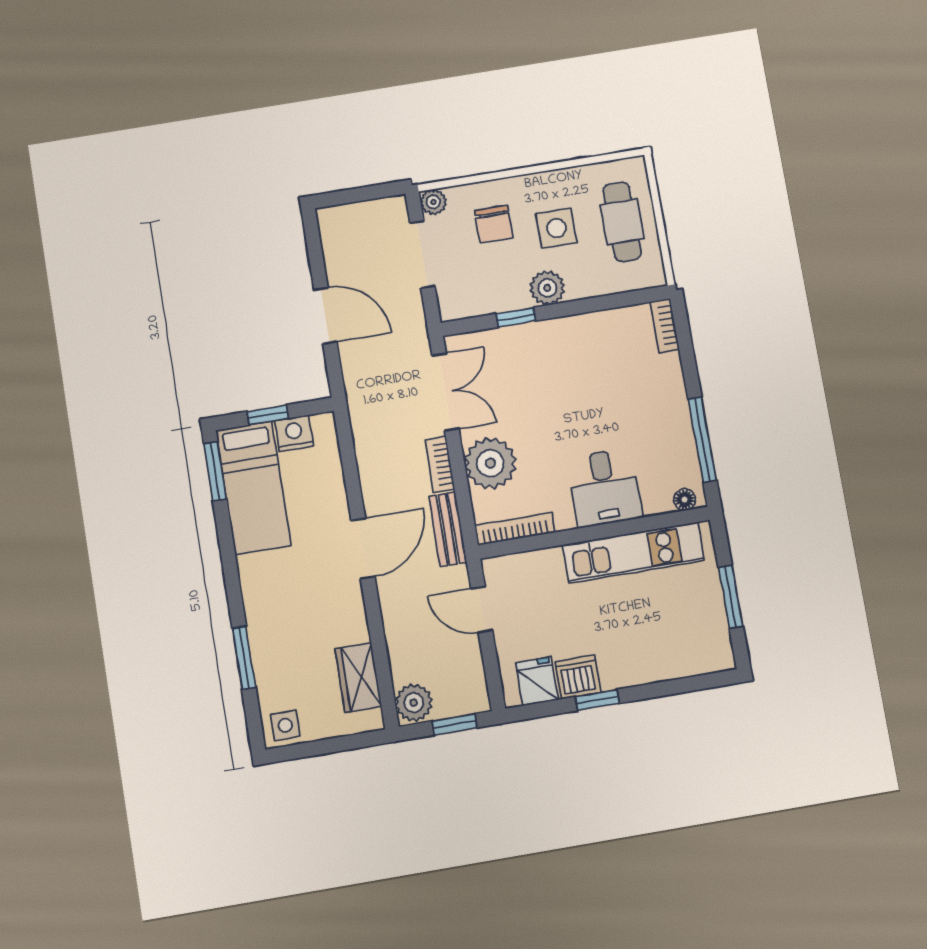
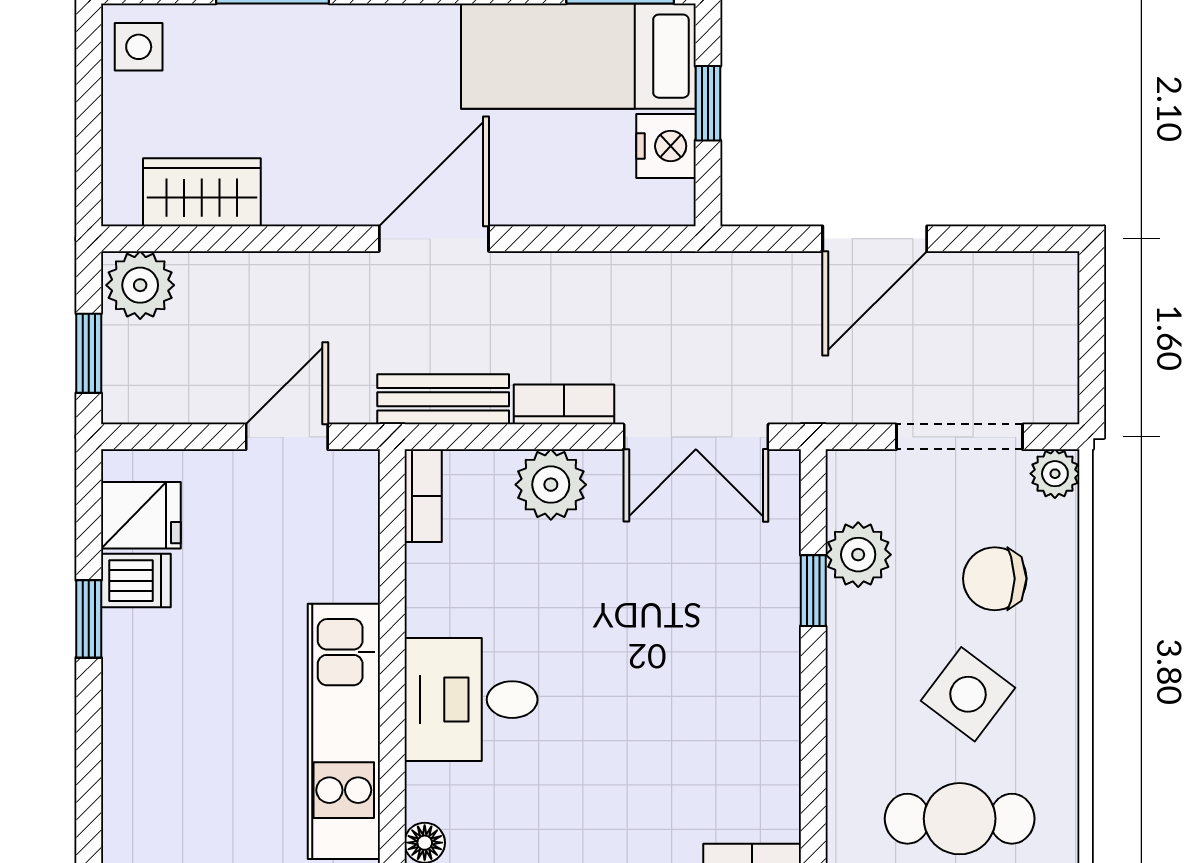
side table: (556, 228) -> (968, 694), turned 37
plant: (547, 288) -> (858, 555), moved
plant: (490, 463) -> (551, 485), width x0.73, depth x0.73
bookcase: (515, 529) -> (423, 496), width x0.64
door: (363, 549) -> (434, 239), swing flipped
dishwasher: (578, 677) -> (136, 581), width x0.73

